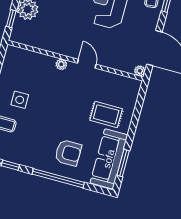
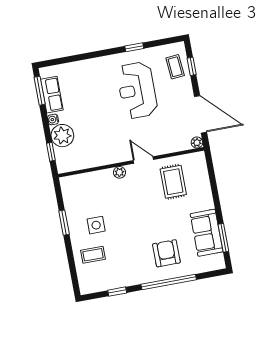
rug: (106, 114) -> (173, 182), moved, turned 90
armchair: (68, 153) -> (166, 253), turned -90
sofa: (109, 159) -> (207, 233), width x0.73

